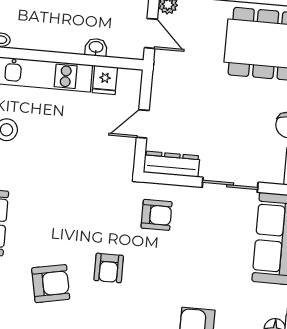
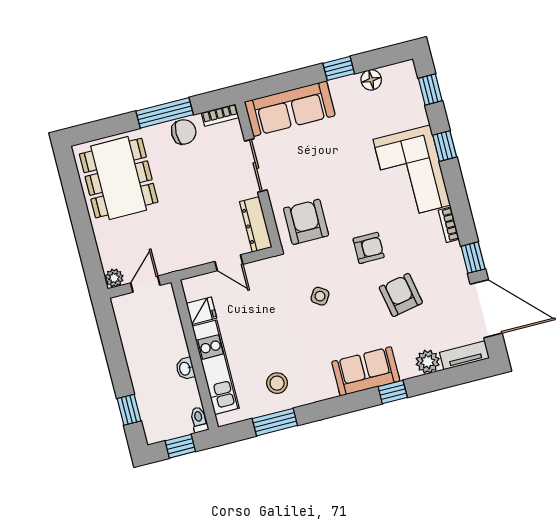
washbasin: (96, 47) -> (185, 369), moved
side table: (78, 203) -> (320, 296), added
armchair: (157, 215) -> (306, 222), width x1.38, depth x1.38

